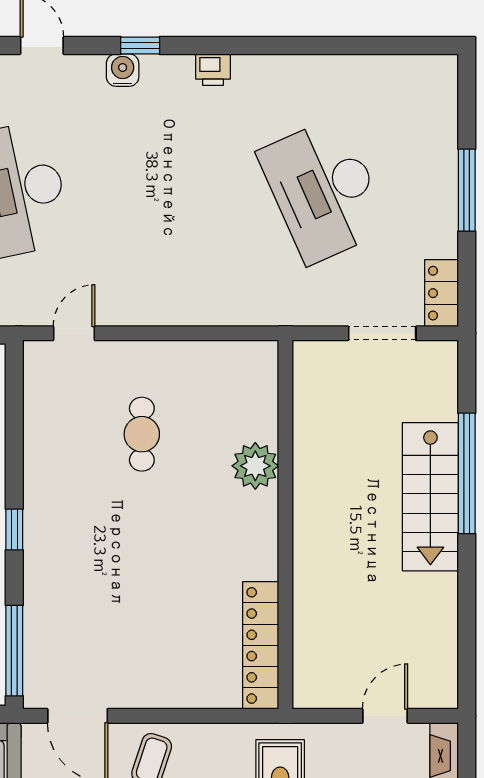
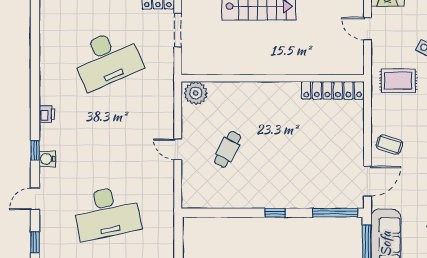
door: (74, 333) -> (178, 149), moved
cafe table: (142, 434) -> (228, 149), turned -62
plant: (255, 466) -> (196, 93), moved

